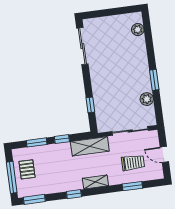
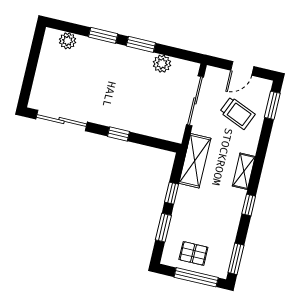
window: (151, 52) -> (103, 35), added
window: (90, 105) -> (119, 134), moved
trolley: (133, 163) -> (237, 113), turned 113
window: (132, 186) -> (272, 105), moved

